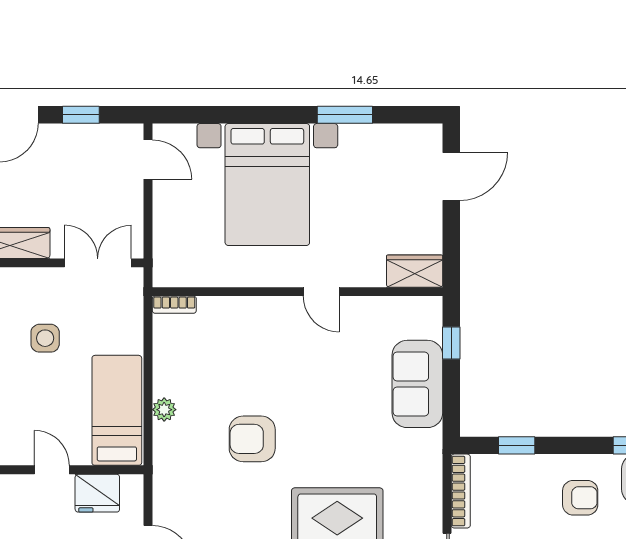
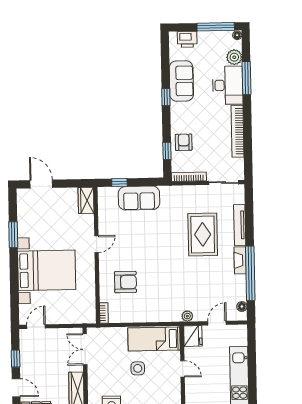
side table: (45, 338) -> (138, 368), moved
plant: (164, 410) -> (187, 316), moved
armchair: (252, 439) -> (125, 282), moved, turned -90
door: (52, 470) -> (183, 369), swing flipped
fridge: (97, 493) -> (193, 336), moved
armchair: (580, 498) -> (184, 142), moved

